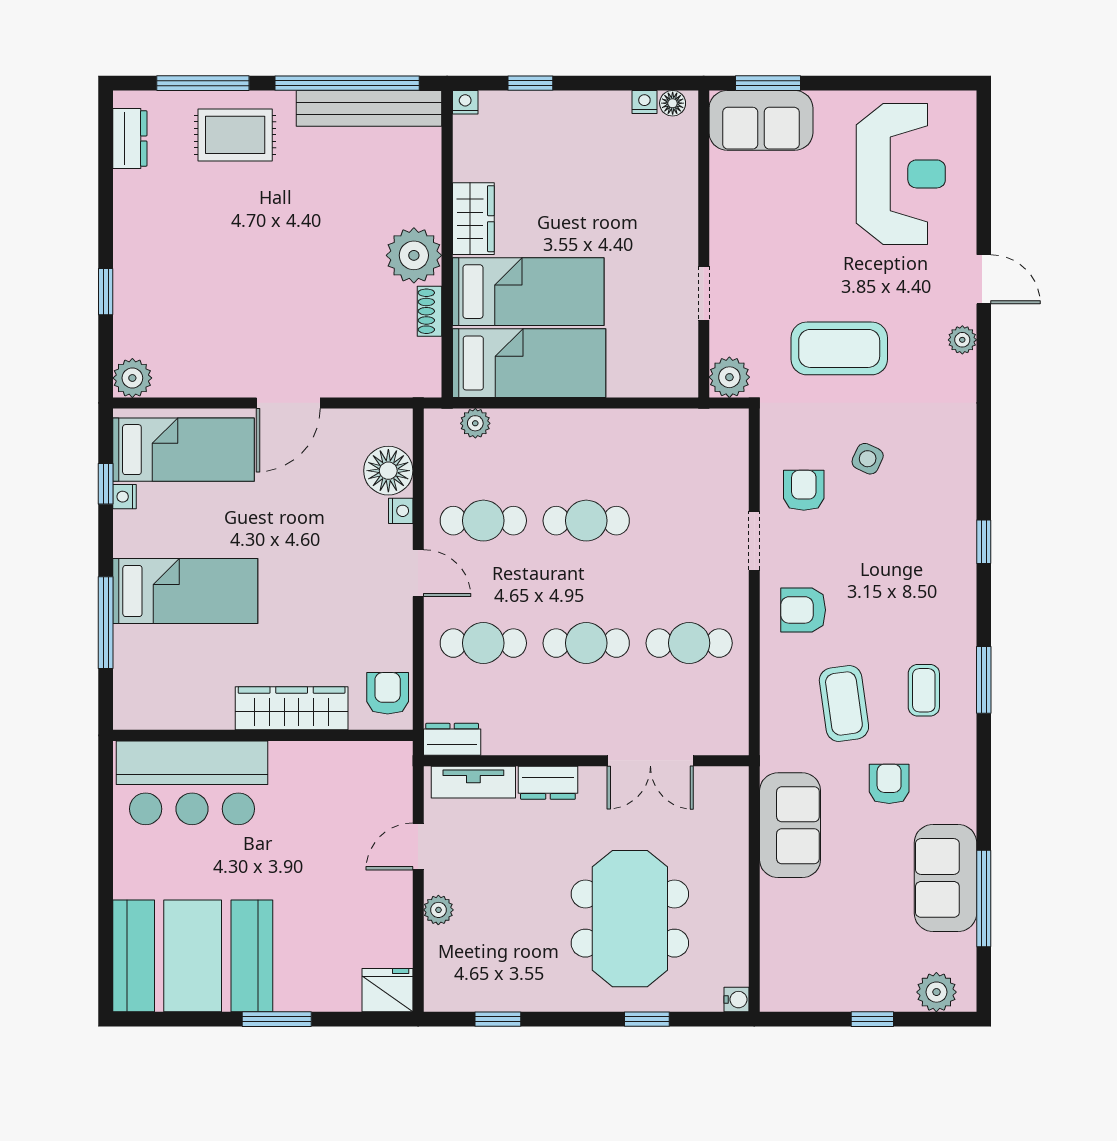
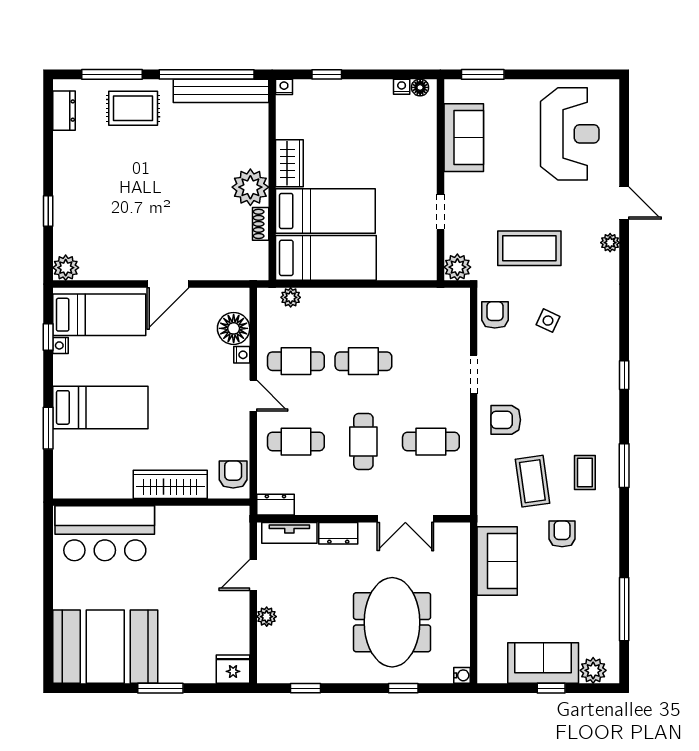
sofa: (761, 120) -> (464, 138), moved, turned -90
armchair: (804, 490) -> (495, 315), moved
window: (106, 623) -> (48, 428), width x0.69
cafe table: (586, 643) -> (363, 442), turned 90
sofa: (945, 878) -> (543, 663), moved, turned 90

